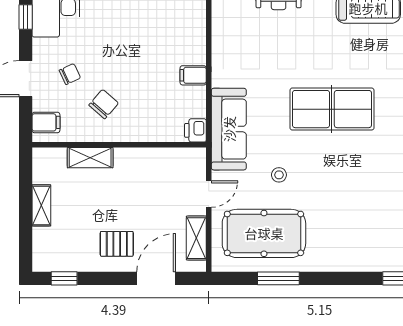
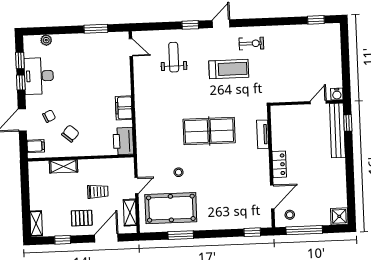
filing cabinet: (193, 75) -> (124, 108), width x2.00
sofa: (229, 129) -> (147, 146), removed
printer: (195, 130) -> (123, 141), width x1.87, depth x1.48
trolley: (145, 201) -> (98, 192), added
shelving: (41, 205) -> (36, 224), moved
window: (64, 278) -> (63, 240), moved

